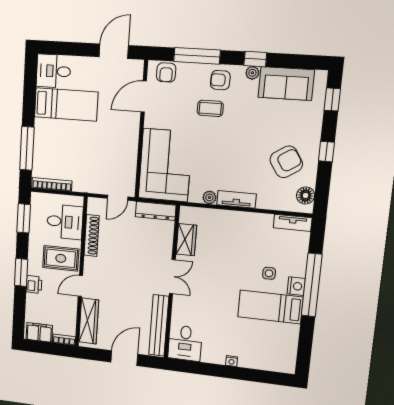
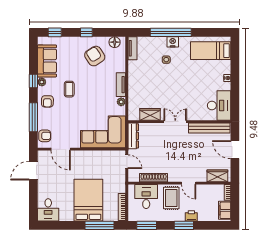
door: (114, 51) -> (33, 171), hinge flipped
bed: (66, 104) -> (88, 200), moved, width x1.50
coffee table: (210, 108) -> (69, 89), moved
bed: (270, 307) -> (211, 51), moved, turned 90
wardrobe: (89, 321) -> (217, 176), width x0.67
desk: (185, 343) -> (219, 105), width x1.37

